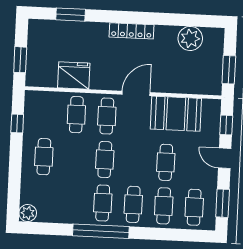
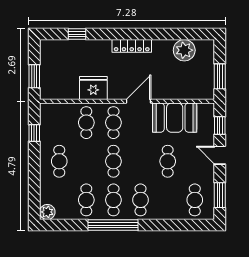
window: (71, 15) -> (77, 34), width x0.67
fridge: (74, 75) -> (93, 88), moved
cafe table: (164, 206) -> (86, 200), moved

